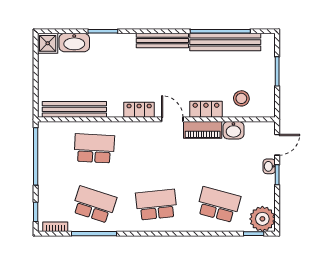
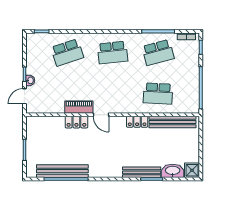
bench: (162, 41) -> (142, 172), moved
stool: (241, 98) -> (51, 130), removed
locker: (139, 110) -> (137, 122), moved
washbasin: (233, 130) -> (56, 107), removed
school desk: (94, 205) -> (158, 52), turned -33
school desk: (219, 205) -> (67, 52), turned -33
plant: (262, 219) -> (35, 42), removed

